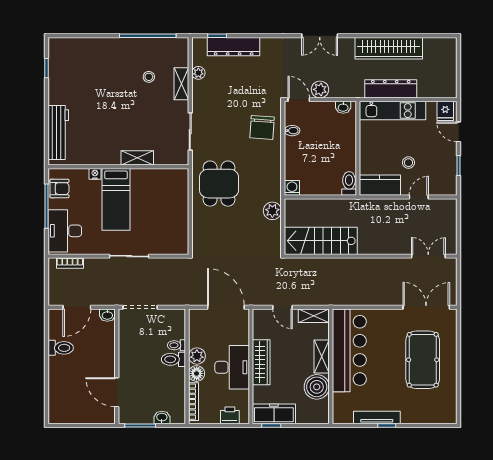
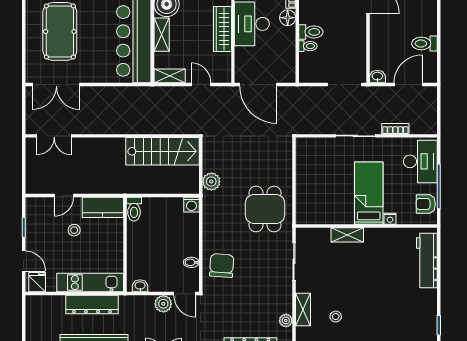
bookcase: (70, 263) -> (395, 129), moved
plant: (197, 356) -> (287, 35), removed

